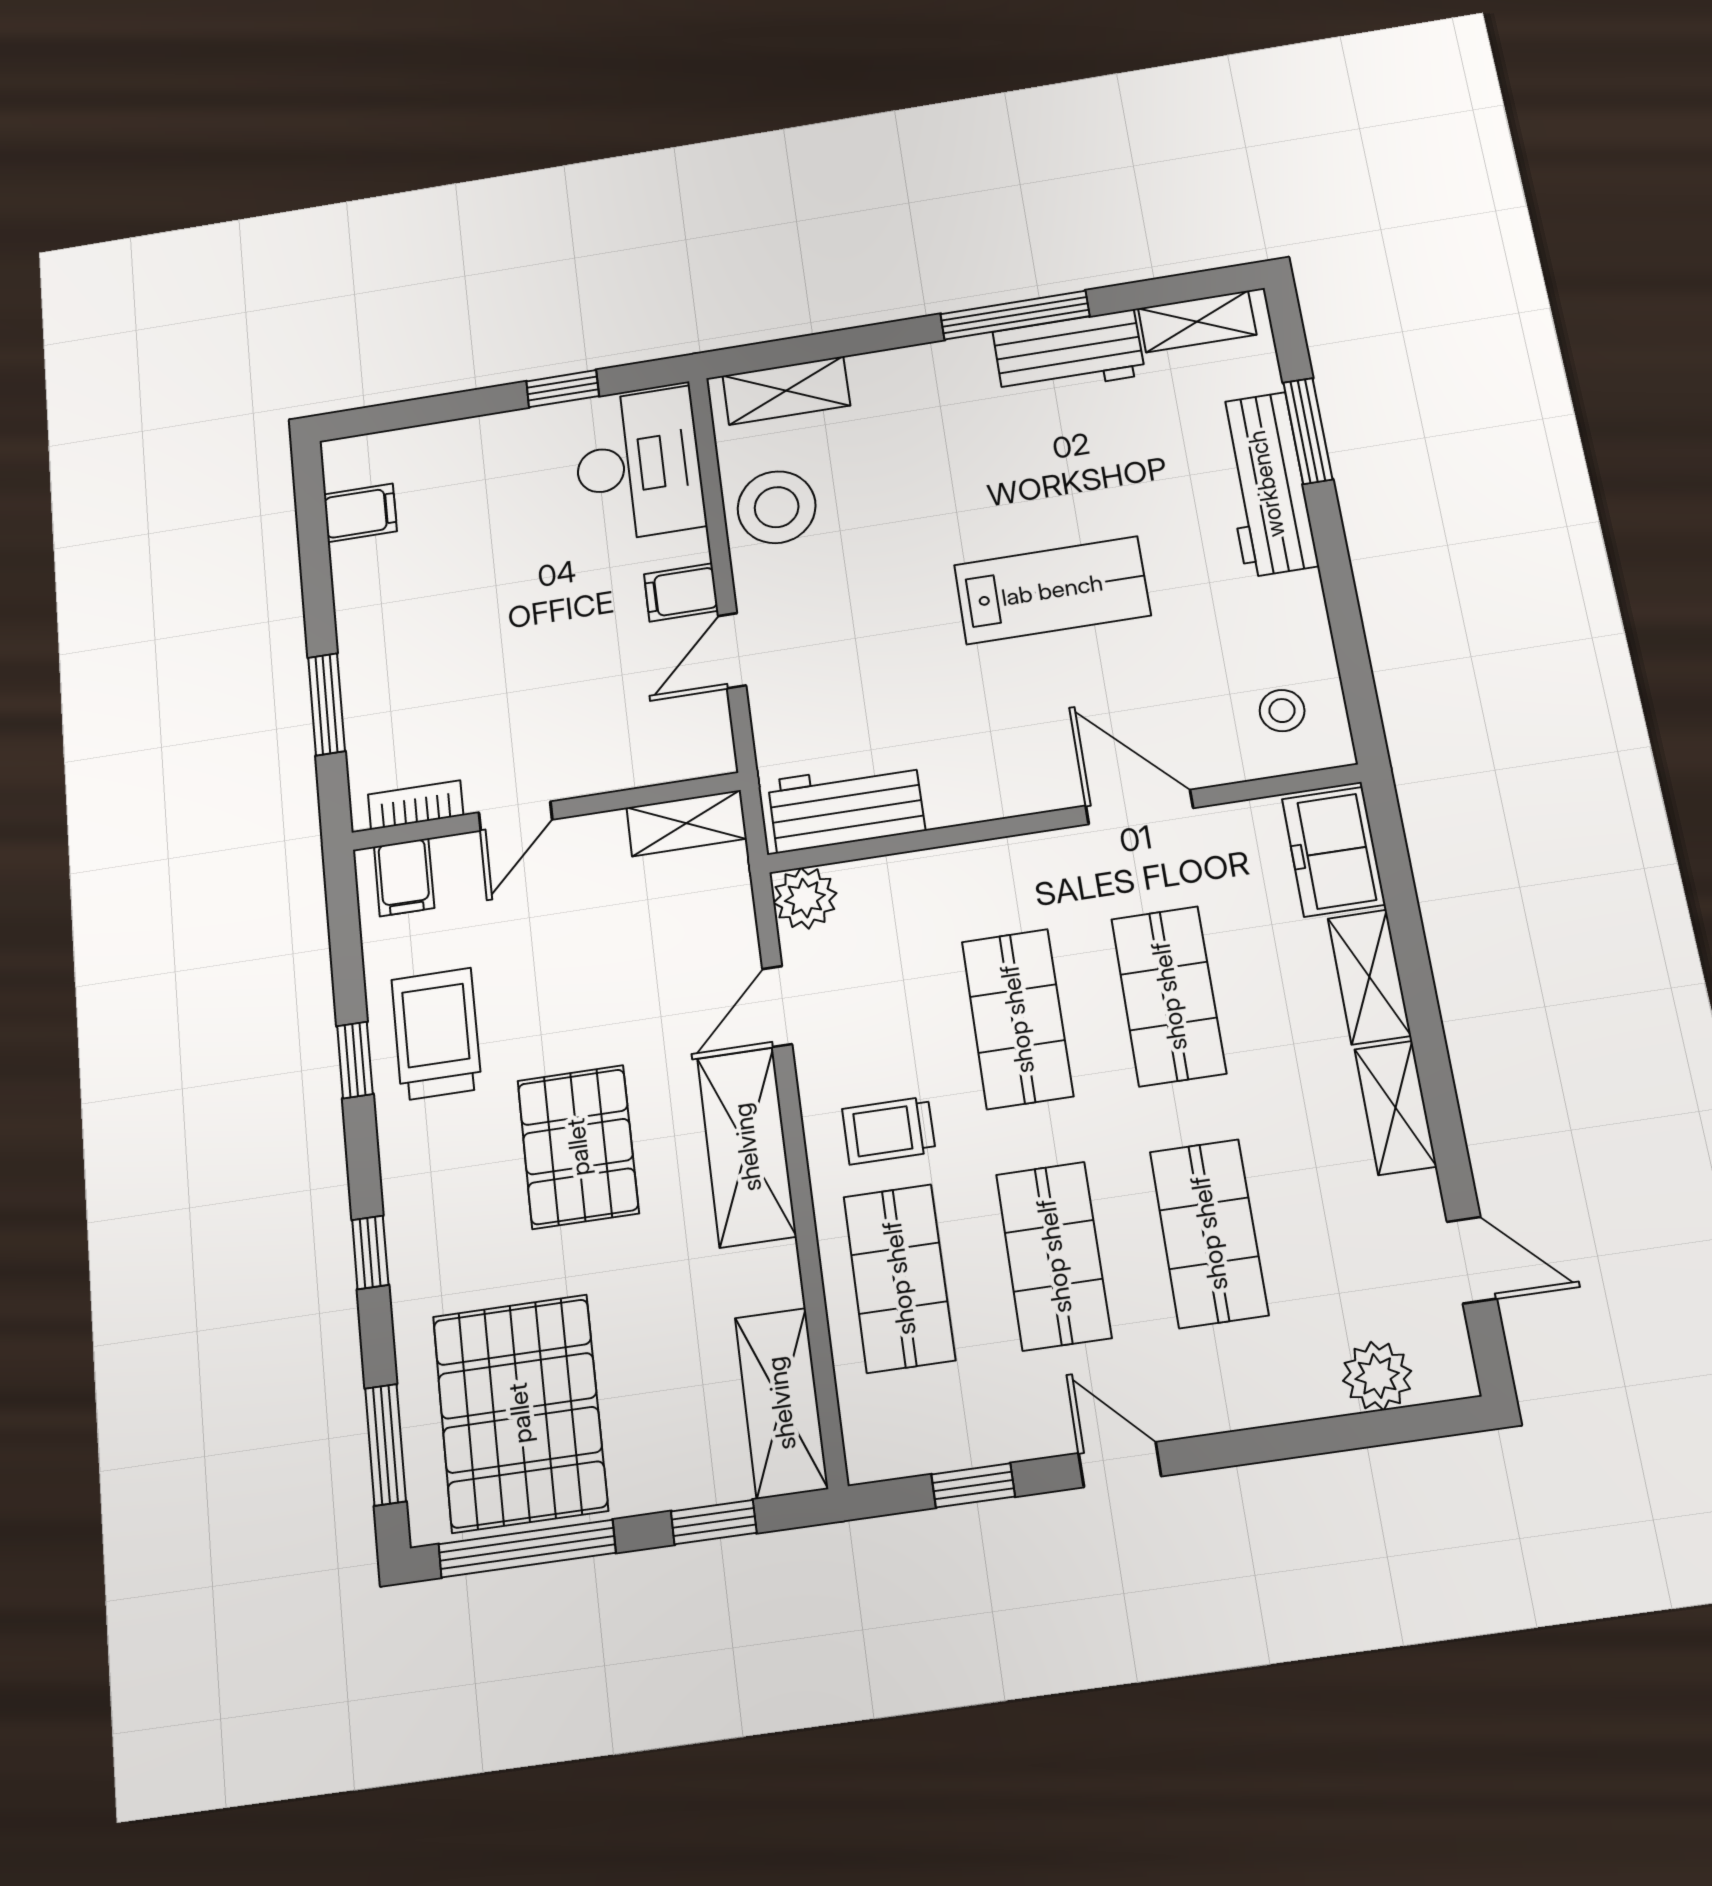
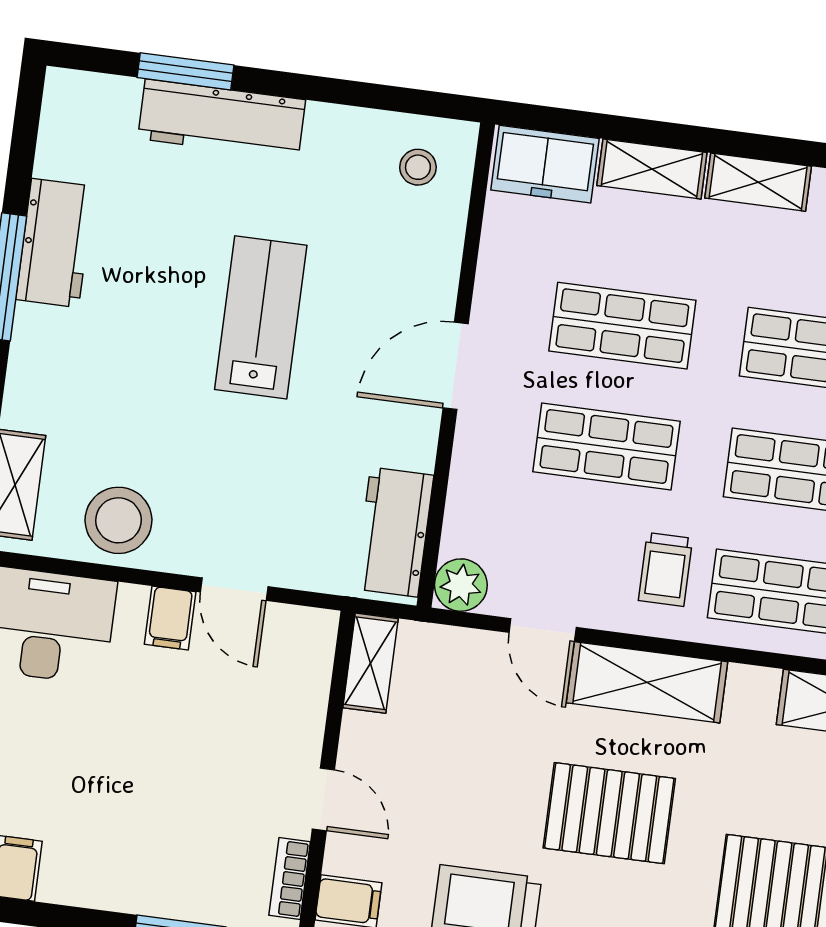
shelving: (1197, 322) -> (59, 130), removed
door: (1139, 807) -> (456, 366), moved

